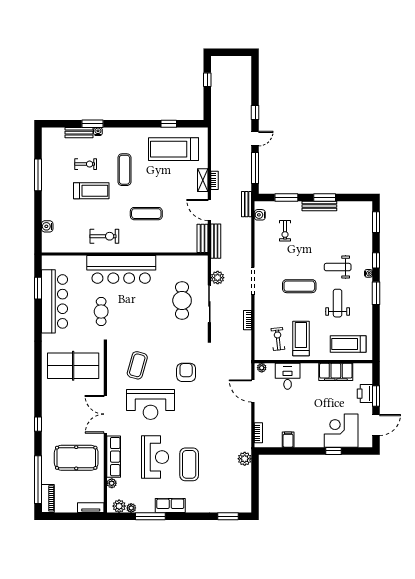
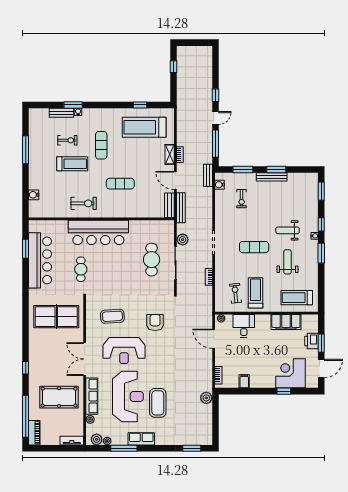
coffee table: (137, 365) -> (112, 316), turned 70
reception desk: (155, 457) -> (128, 397), width x1.36, depth x1.30

